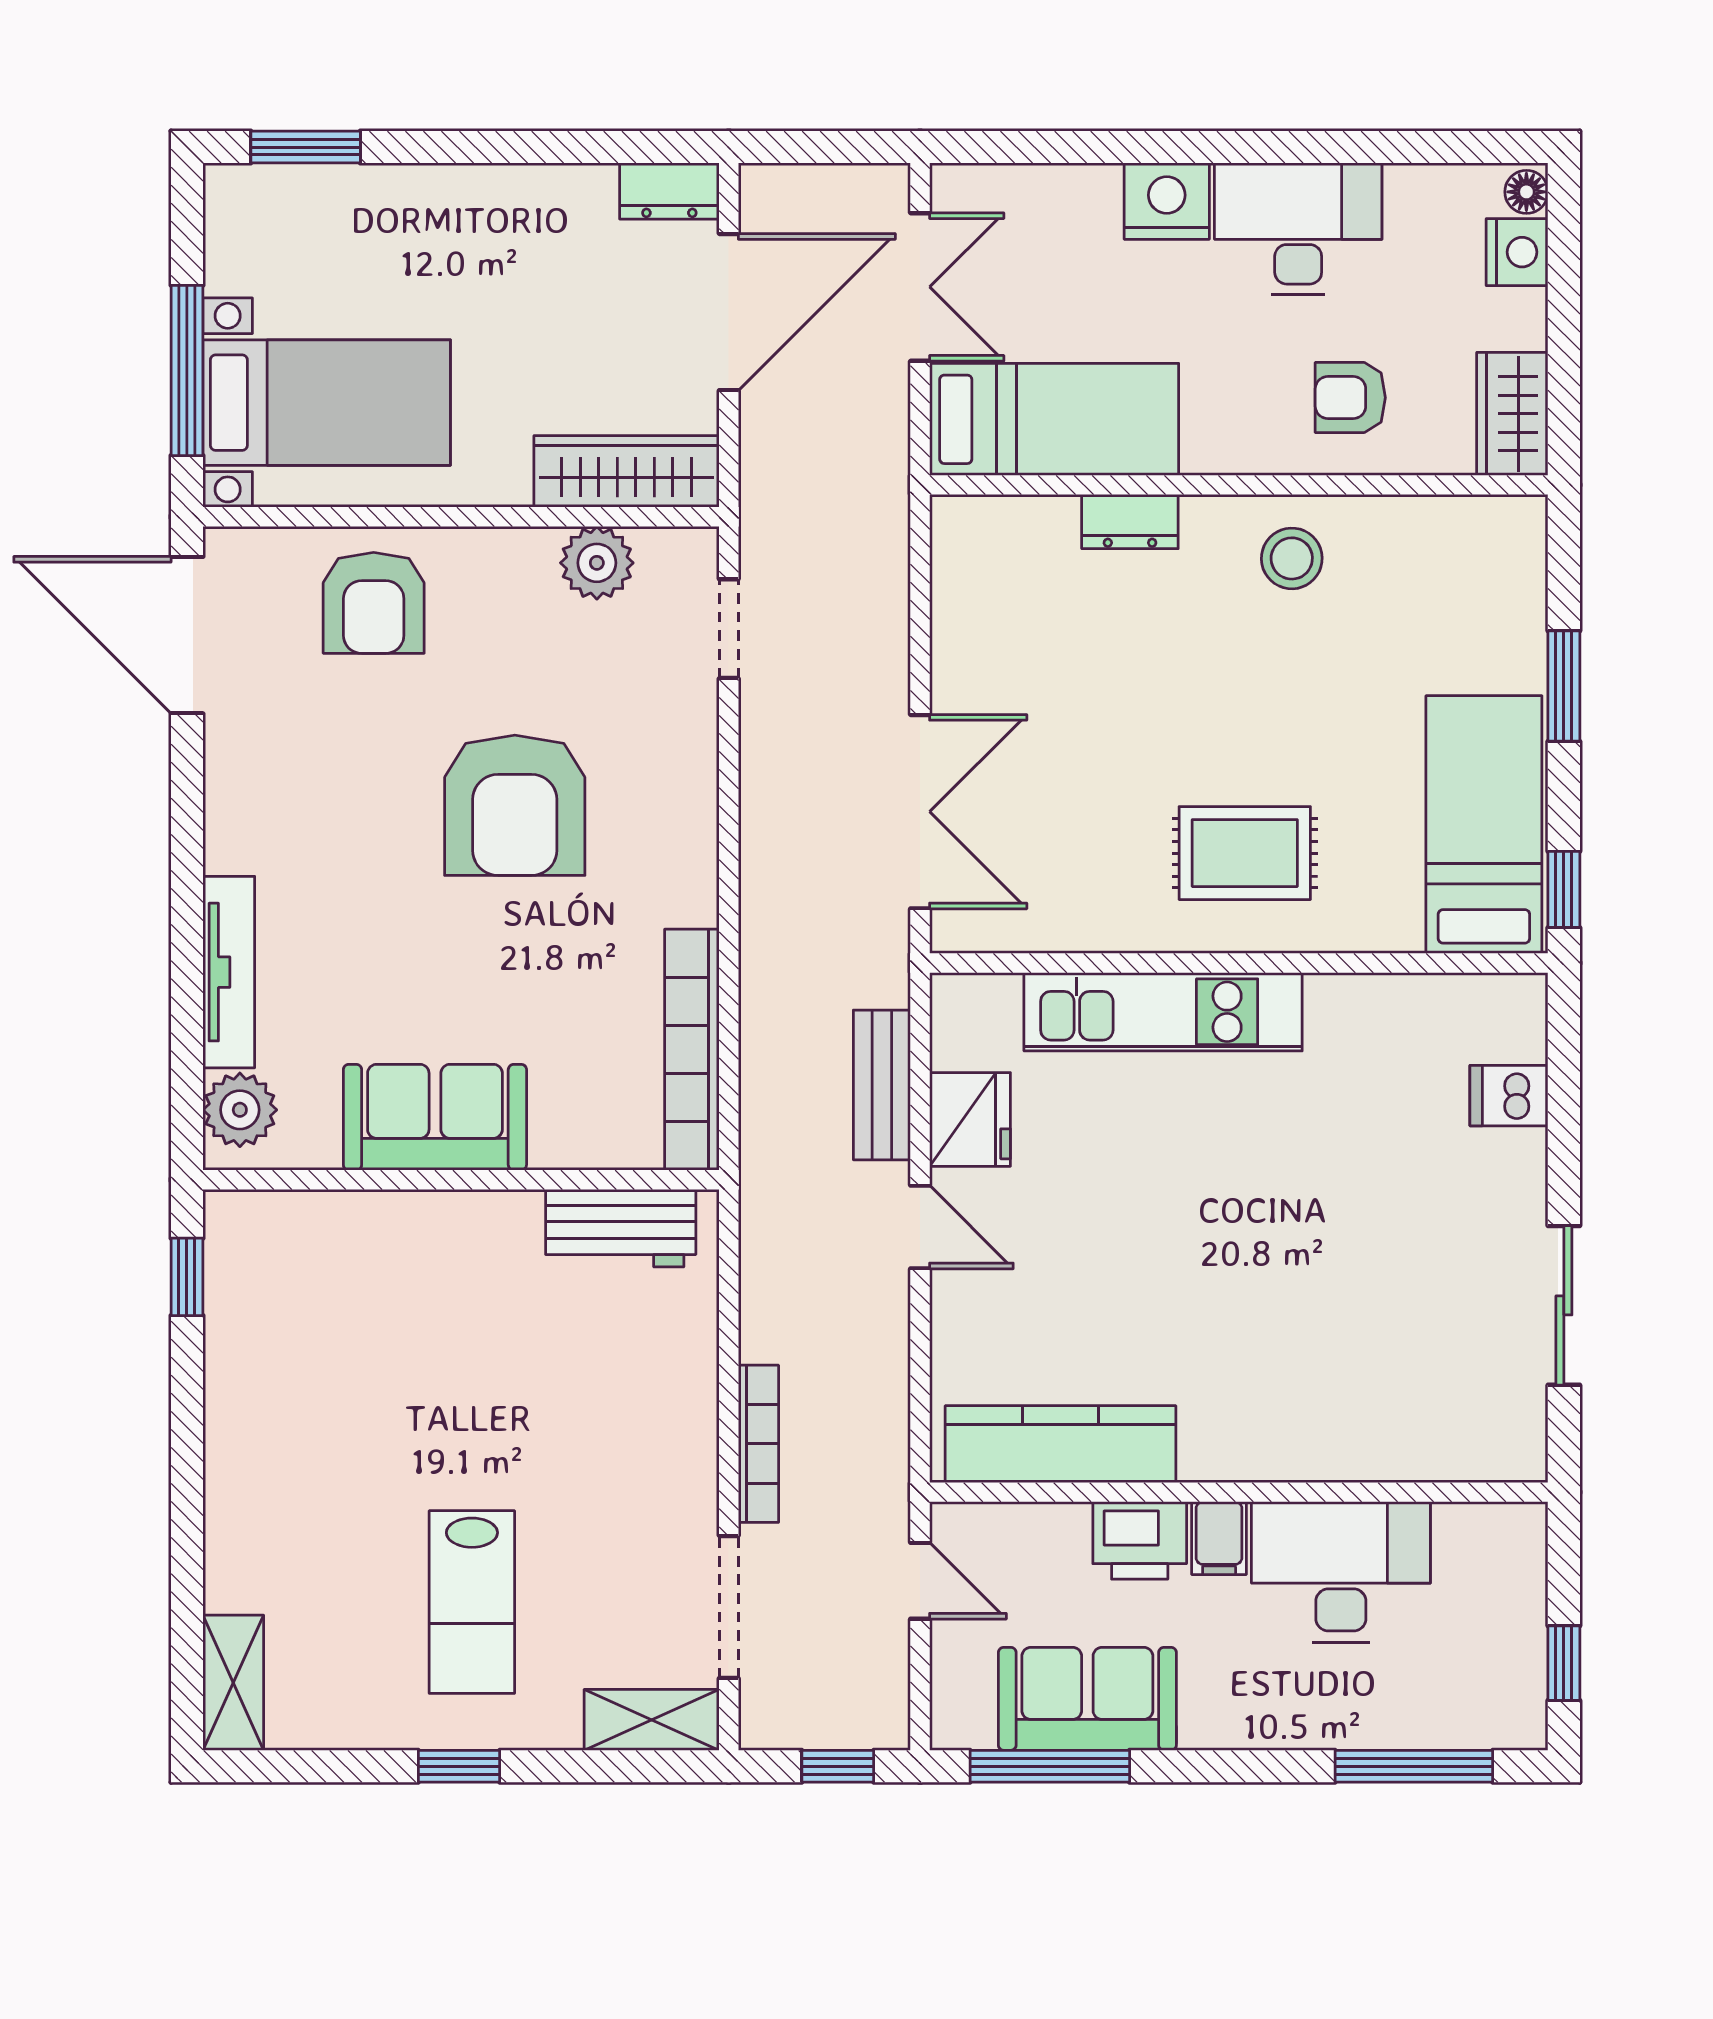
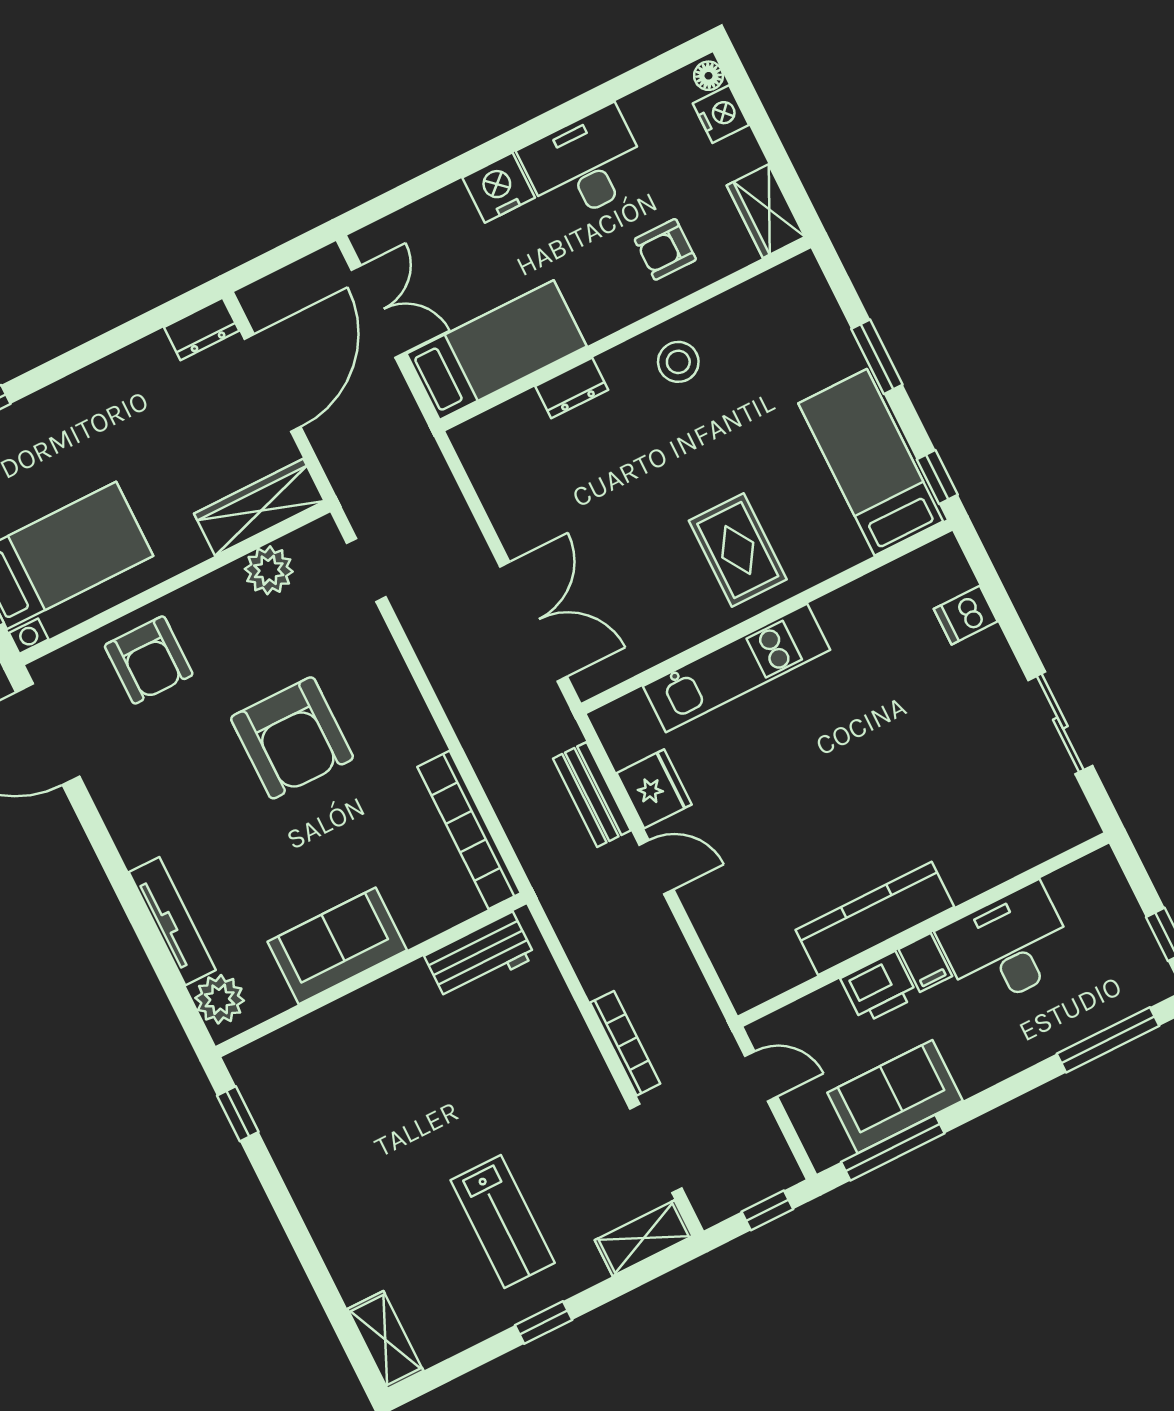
rug: (1245, 853) -> (738, 550), turned 90
kitchen counter: (1061, 1444) -> (875, 918), moved

